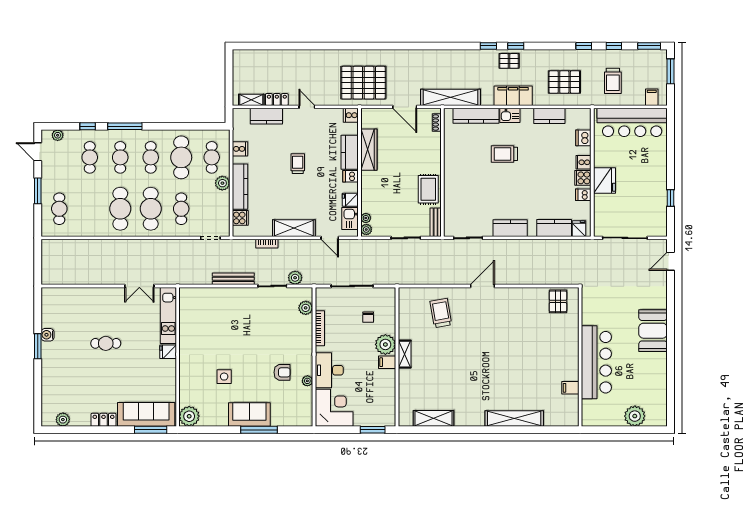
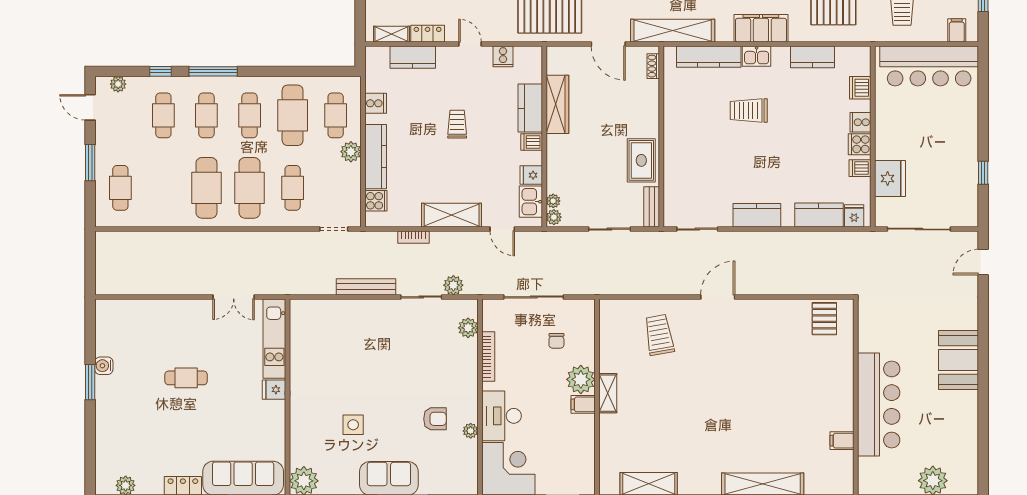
cooker: (351, 115) -> (503, 56), moved, turned -90
fridge: (604, 181) -> (890, 179), moved

